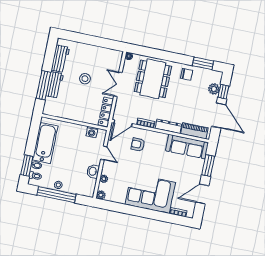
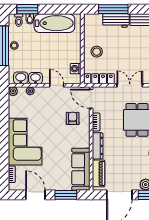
stool: (85, 79) -> (97, 52), moved
door: (104, 153) -> (57, 85), swing flipped
washbasin: (90, 185) -> (21, 78), added

